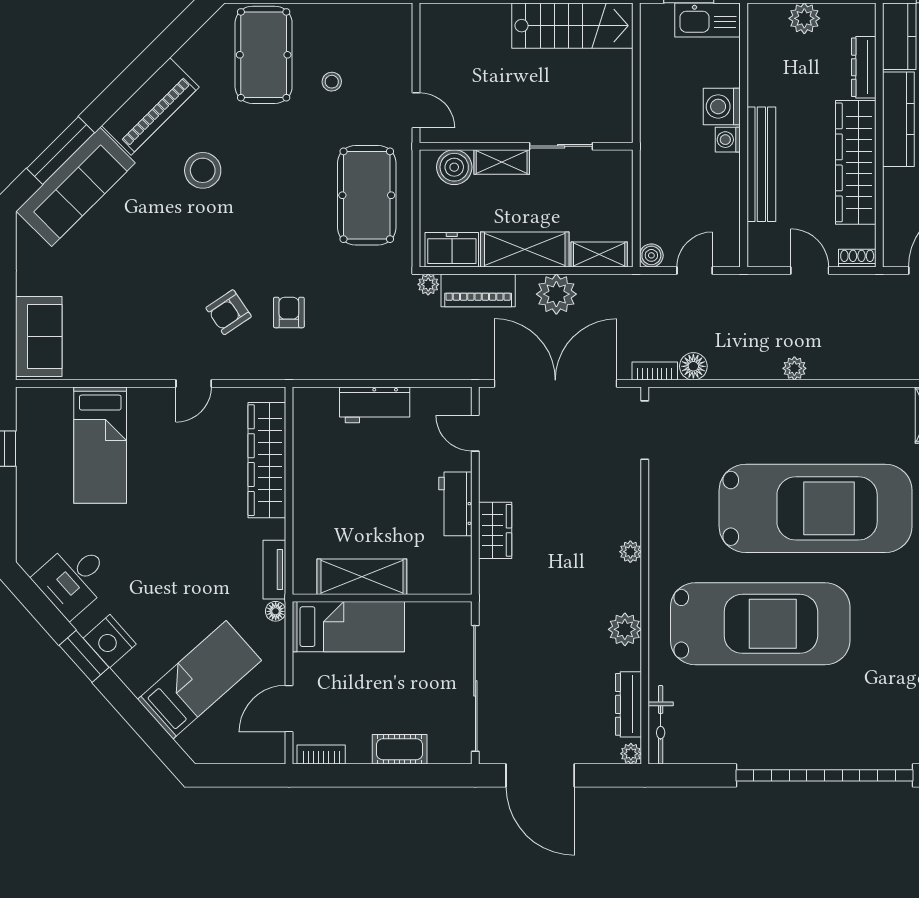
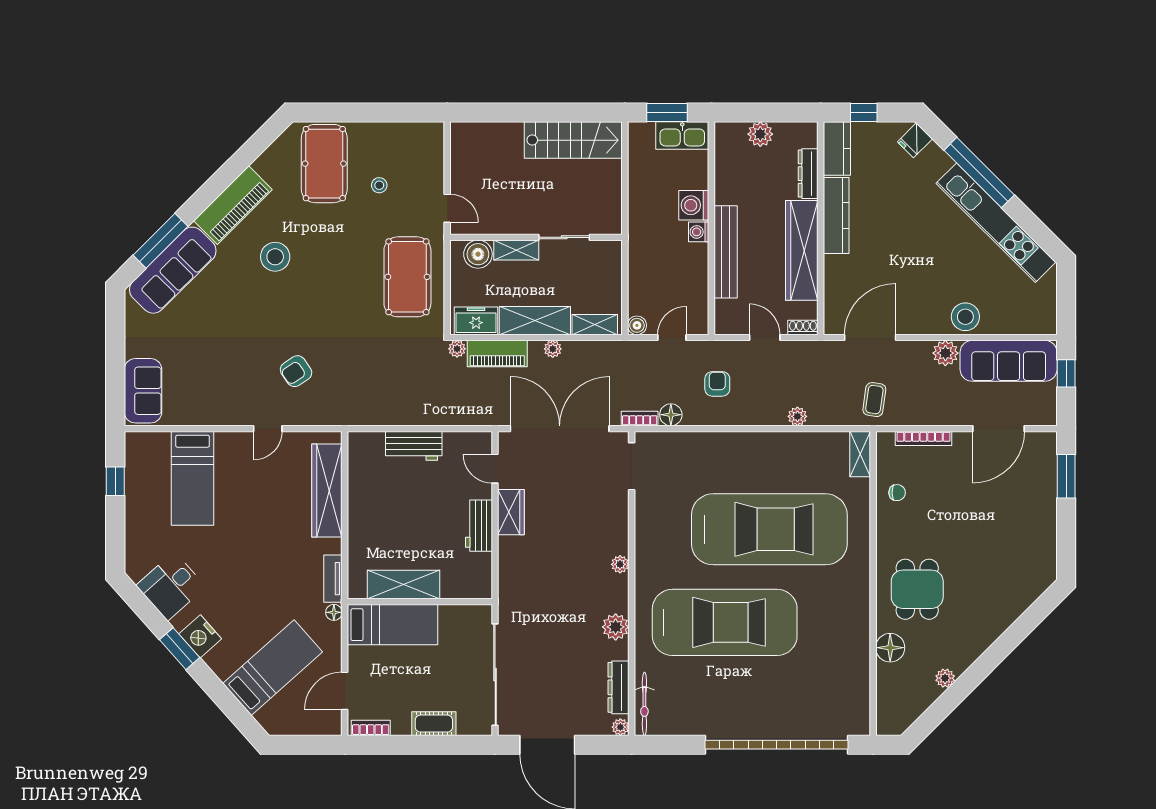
plant: (556, 294) -> (553, 349), width x0.53, depth x0.53
armchair: (289, 312) -> (717, 384), moved
plant: (794, 368) -> (797, 416), moved
wardrobe: (495, 530) -> (511, 512), moved

